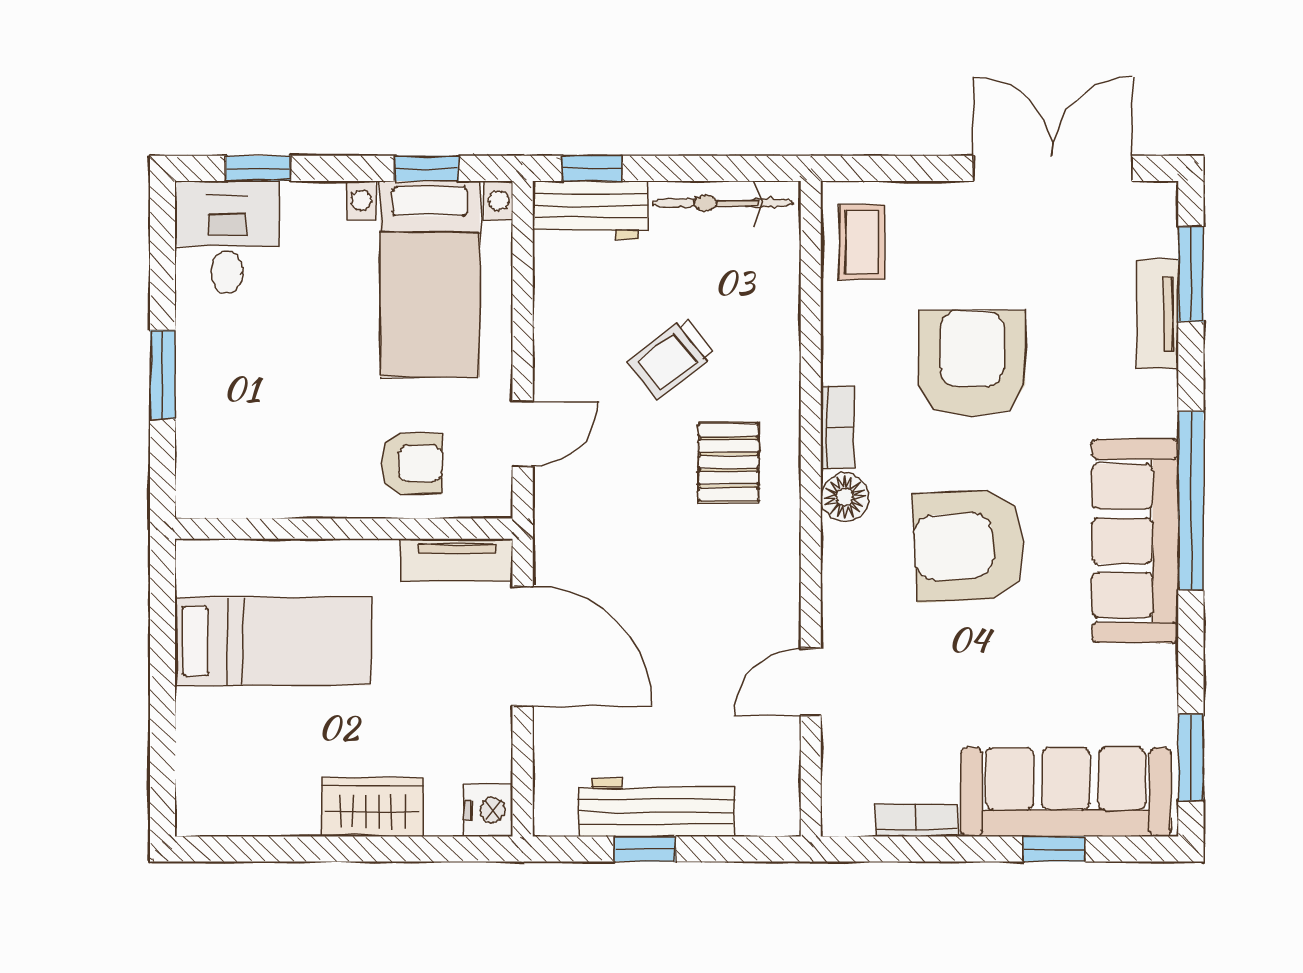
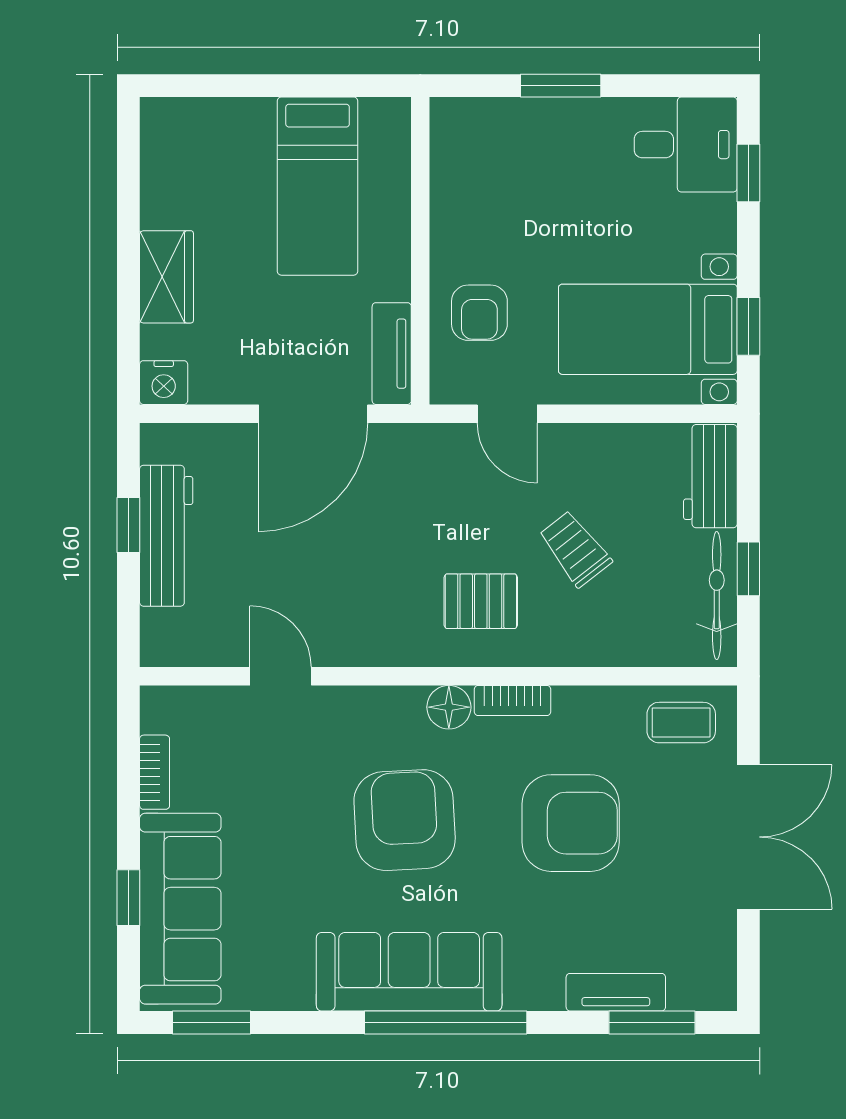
window: (592, 168) -> (748, 569), moved
double door: (1053, 168) -> (748, 837), moved

